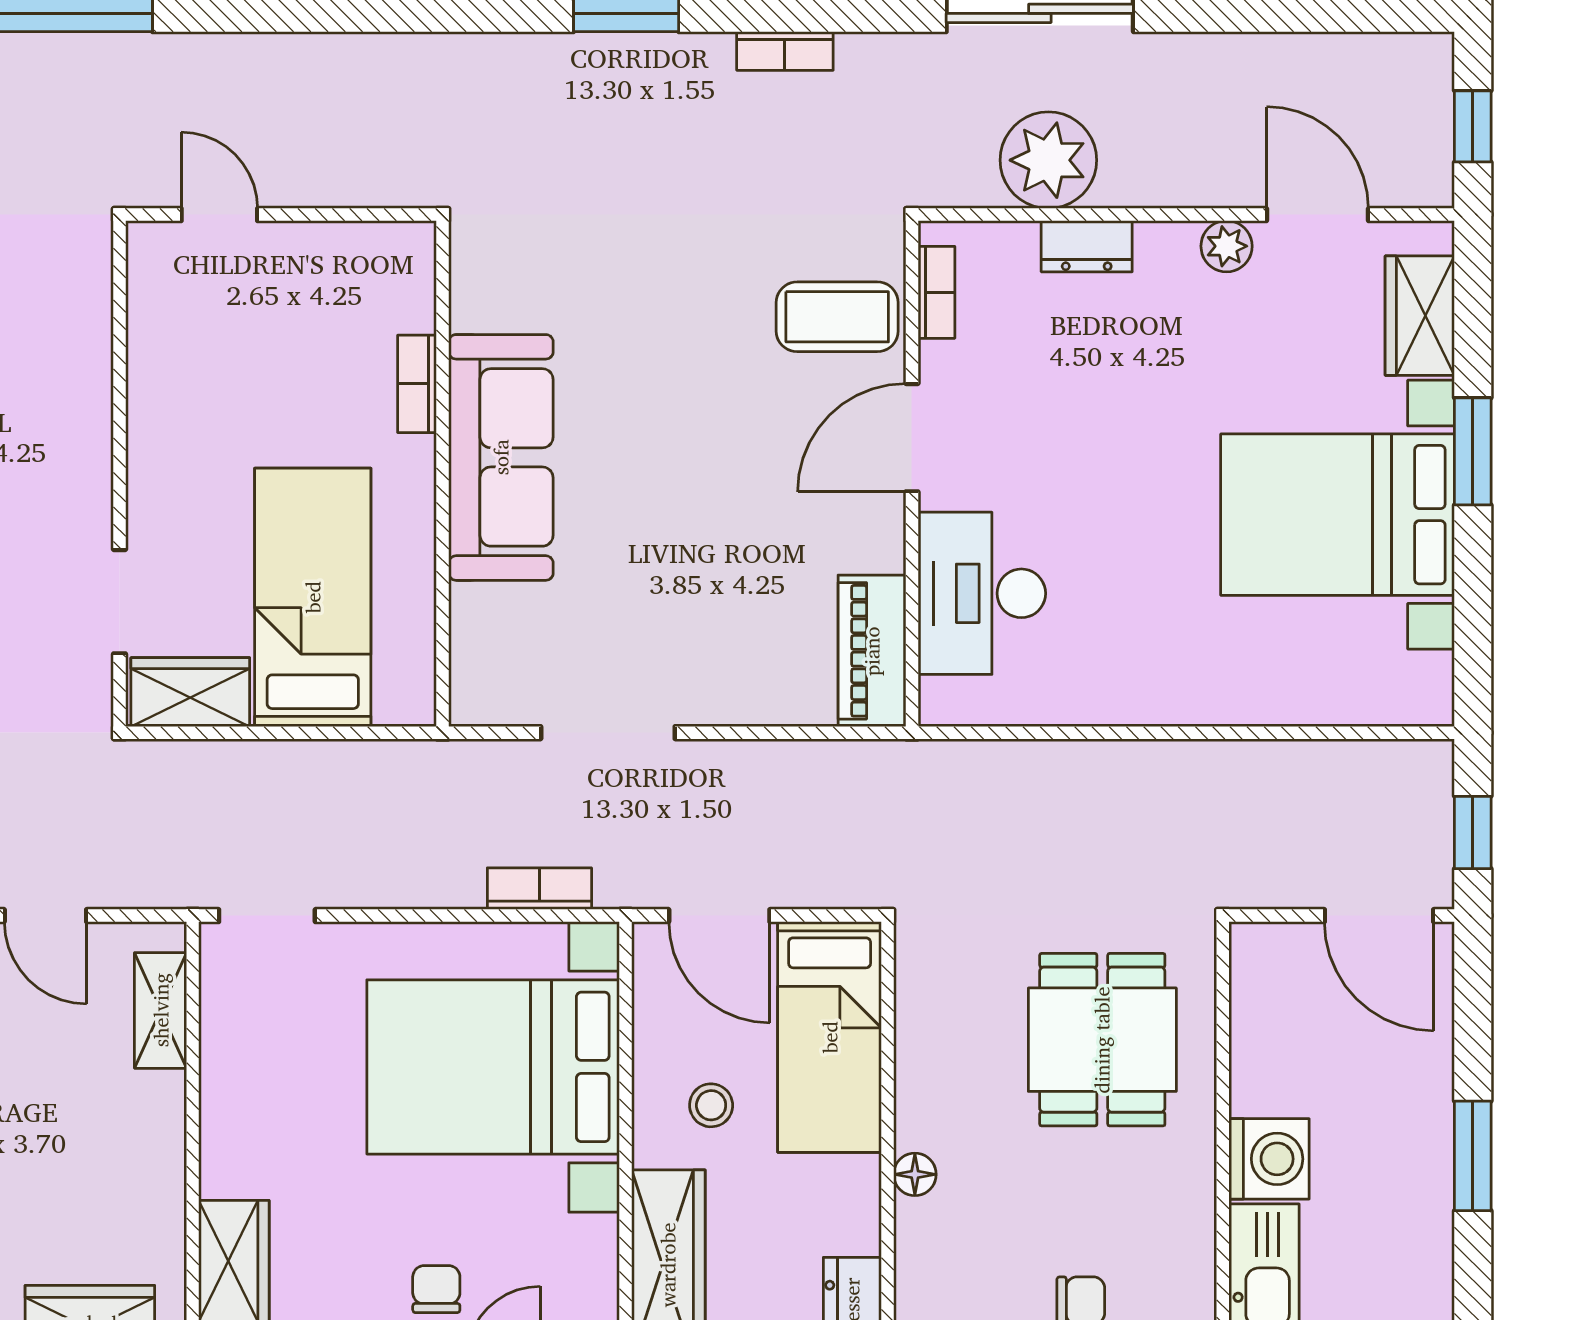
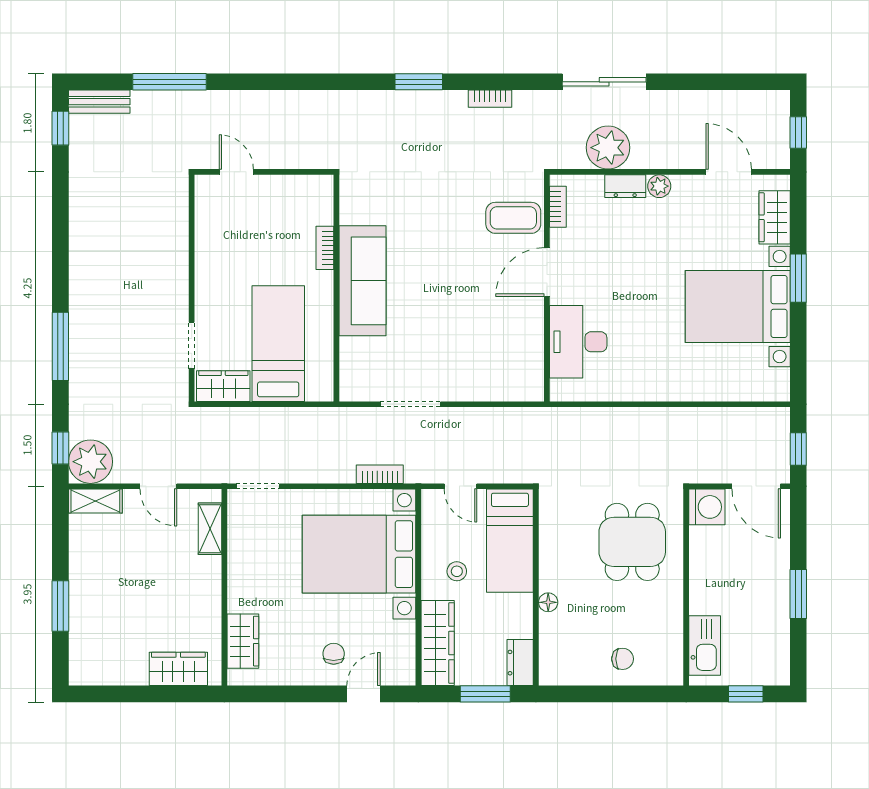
plant: (1227, 246) -> (659, 186), moved
piano: (872, 651) -> (529, 368), removed
door: (719, 916) -> (460, 486), width x0.73
washing machine: (1269, 1159) -> (707, 507), moved

